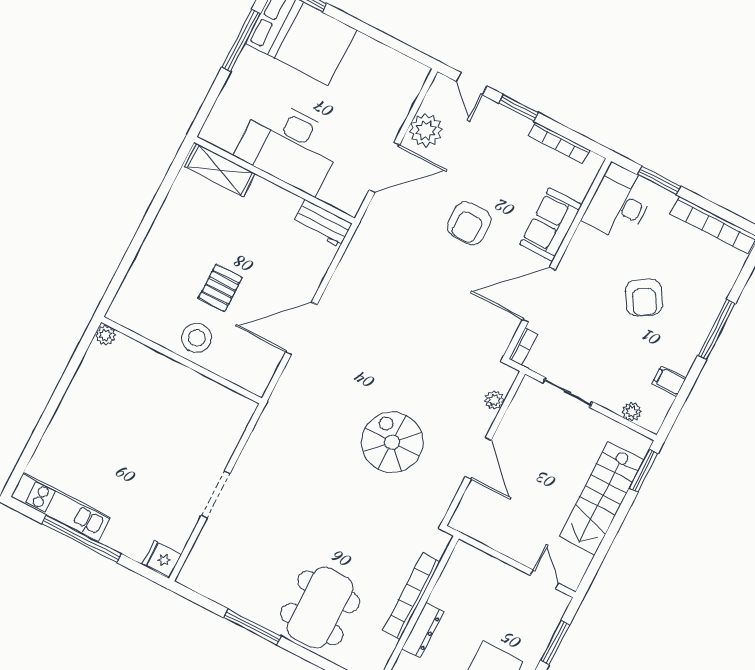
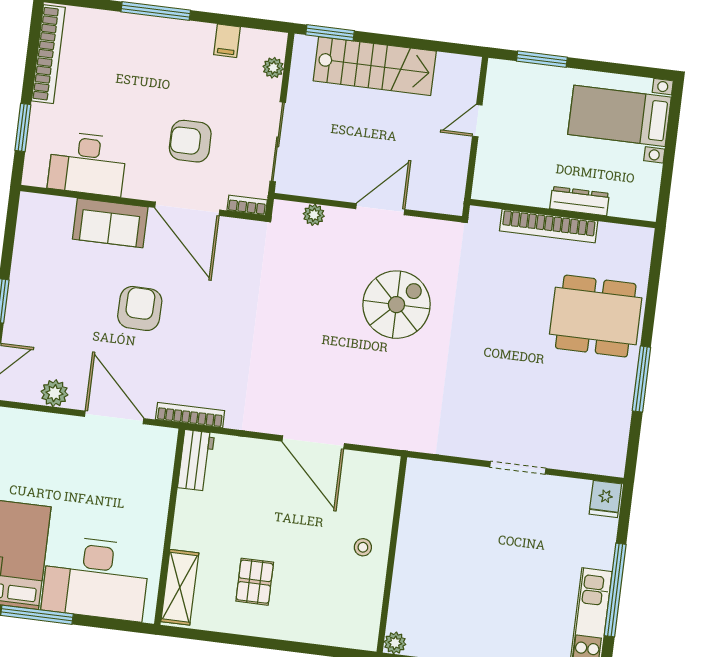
plant: (426, 130) -> (55, 393), width x0.73, depth x0.73
bookcase: (559, 143) -> (190, 415), moved, turned -90
desk: (290, 146) -> (96, 578), moved, turned 90
desk: (619, 203) -> (87, 164), moved
armchair: (469, 223) -> (140, 308), turned -89
pallet: (220, 288) -> (255, 582), moved, turned 90
armchair: (644, 298) -> (190, 141), moved, turned -148
stool: (197, 338) -> (363, 547), width x0.53, depth x0.53
sliding door: (567, 392) -> (278, 142), width x1.37
spiral stairs: (392, 442) -> (396, 305), turned 180
door: (544, 579) -> (477, 121), moved

